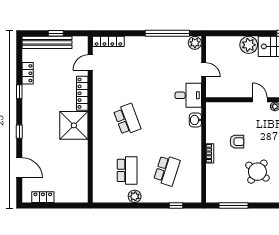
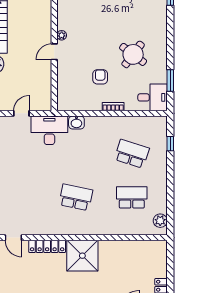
desk: (188, 95) -> (49, 130), width x1.37
school desk: (127, 119) -> (76, 197), turned 33
desk: (218, 189) -> (153, 97), added
plant: (135, 196) -> (160, 221), moved
window: (234, 206) -> (170, 81), width x0.69

